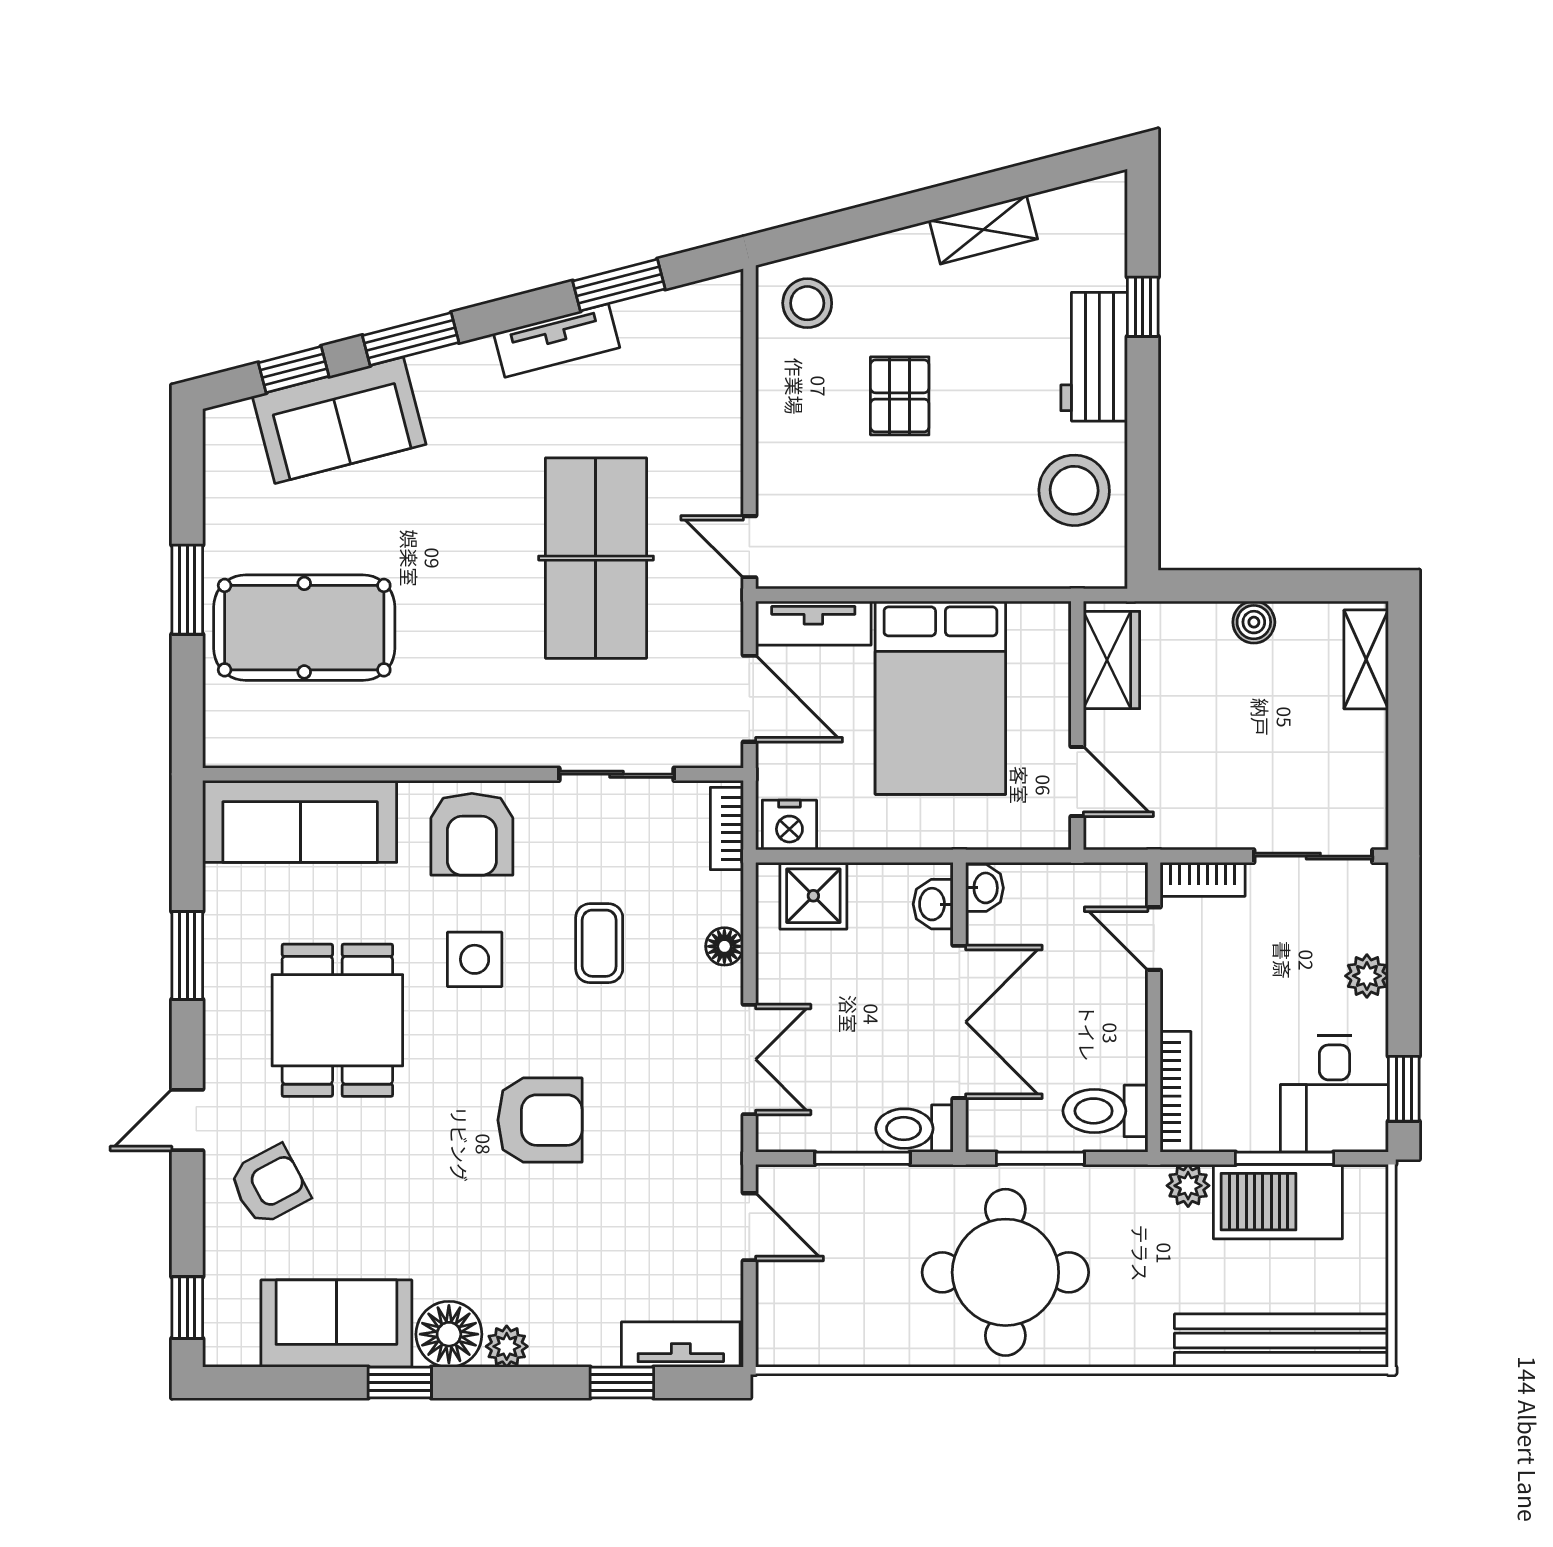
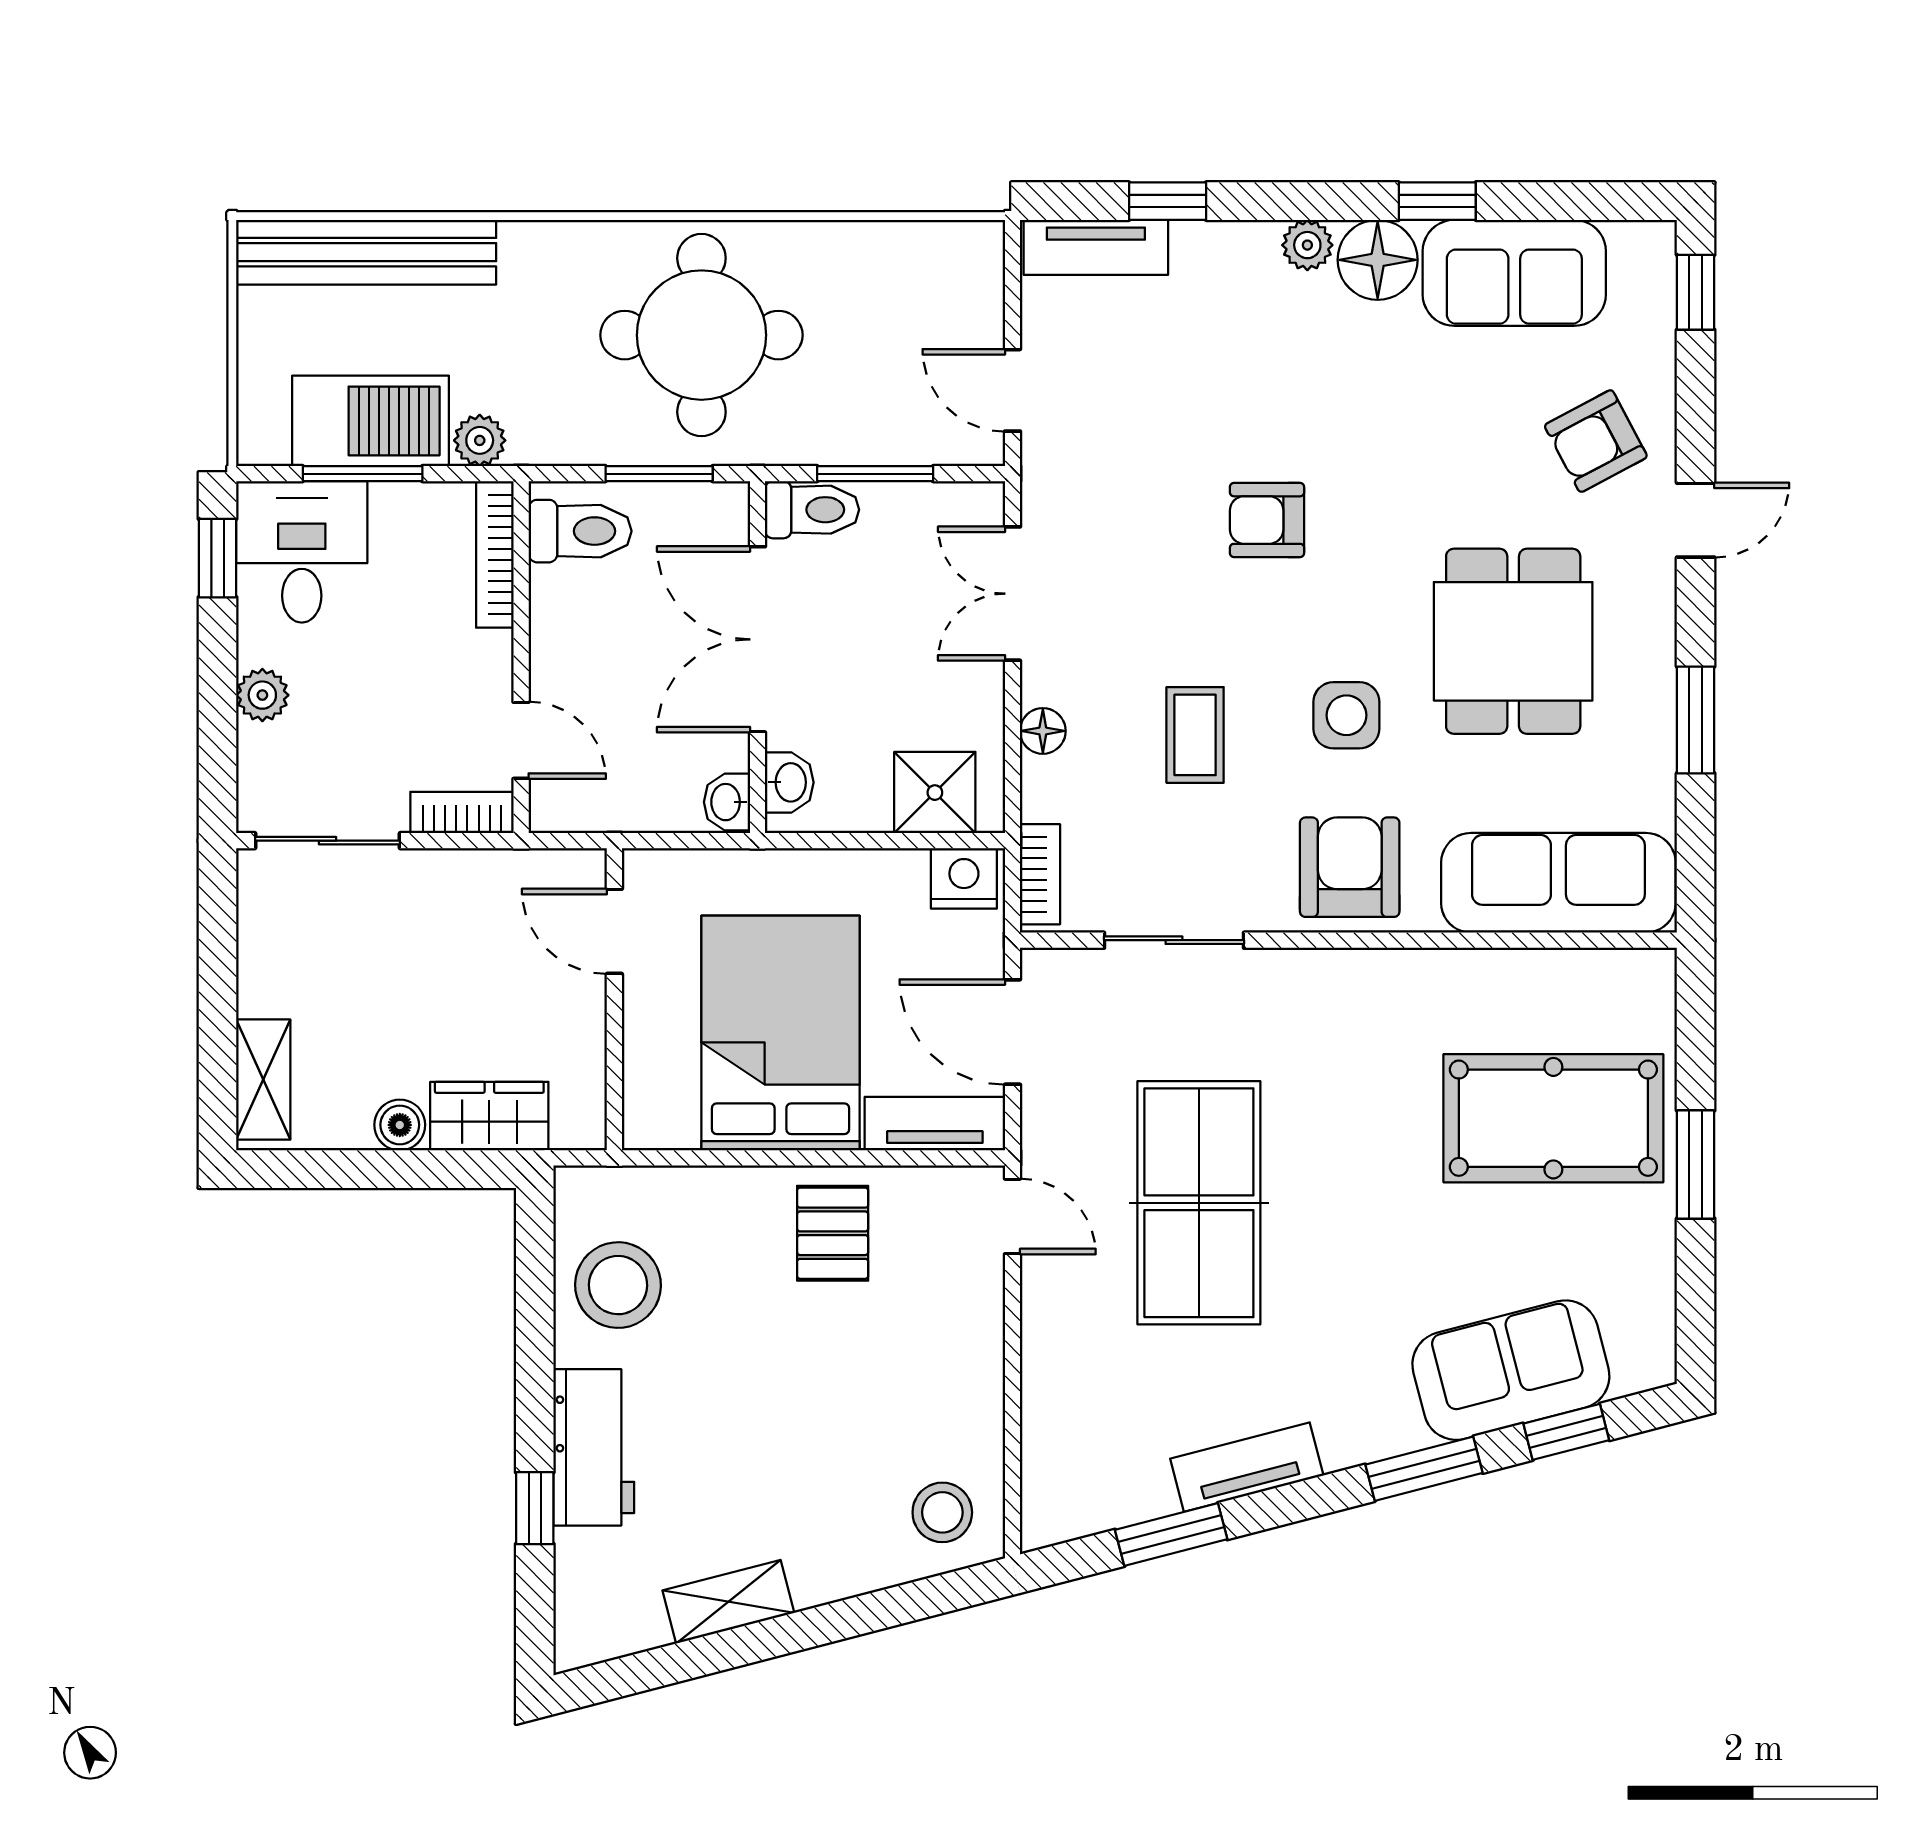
pallet: (900, 396) -> (833, 1233), moved
wardrobe: (1112, 660) -> (489, 1116), moved, turned 90
armchair: (540, 1120) -> (1267, 520), width x0.72, depth x0.72

